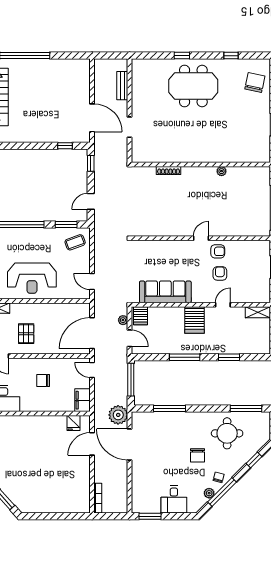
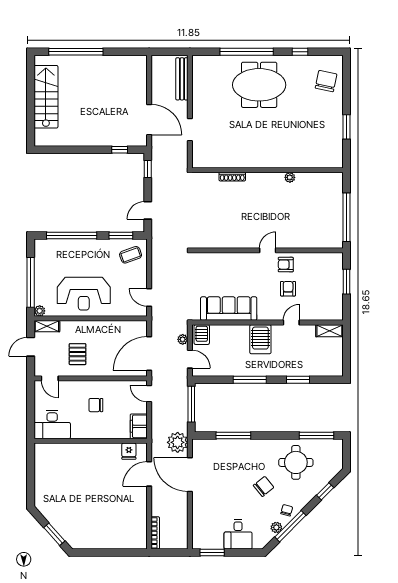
window: (182, 56) -> (247, 52), width x3.17
bench: (122, 86) -> (182, 79), width x1.36
armchair: (218, 251) -> (286, 265), turned 180
chair: (197, 455) -> (264, 486), turned -129

